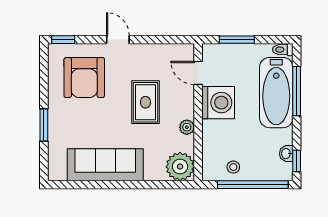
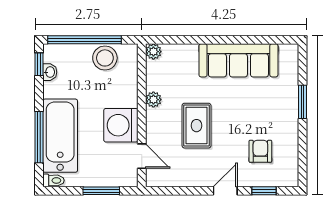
window: (63, 40) -> (264, 191), moved
door: (118, 40) -> (225, 191), swing flipped
armchair: (84, 78) -> (260, 151), width x0.53, depth x0.53
plant: (180, 167) -> (153, 52), width x0.53, depth x0.53
stool: (233, 167) -> (105, 58), width x1.89, depth x1.89

